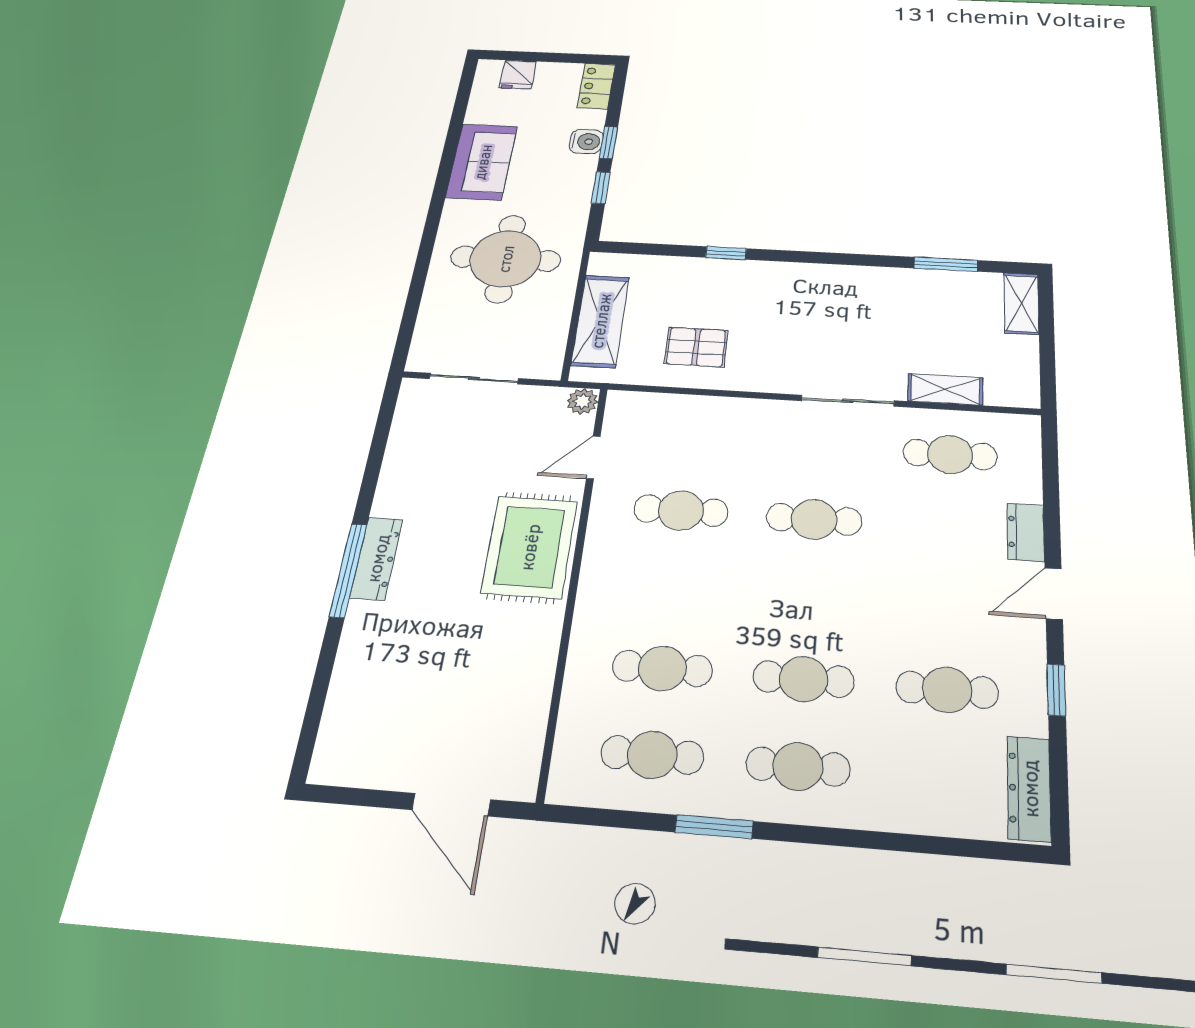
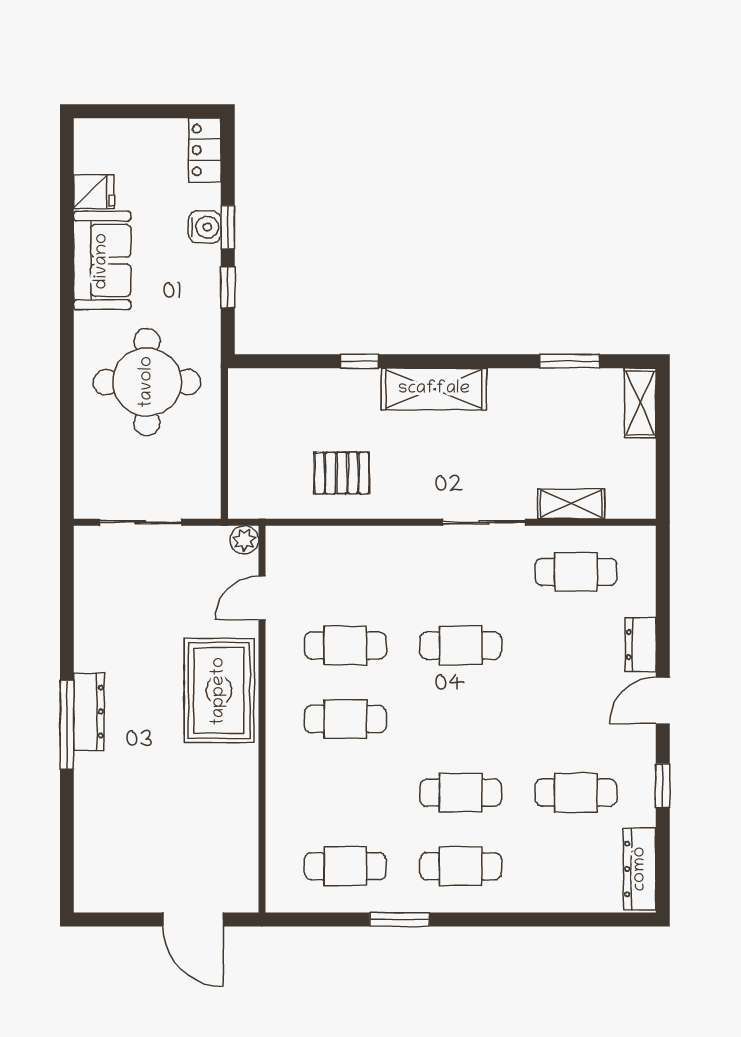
fridge: (518, 75) -> (94, 192), moved, turned -90
shelving: (600, 321) -> (434, 389), moved, turned 90
cafe table: (662, 668) -> (345, 719), moved

